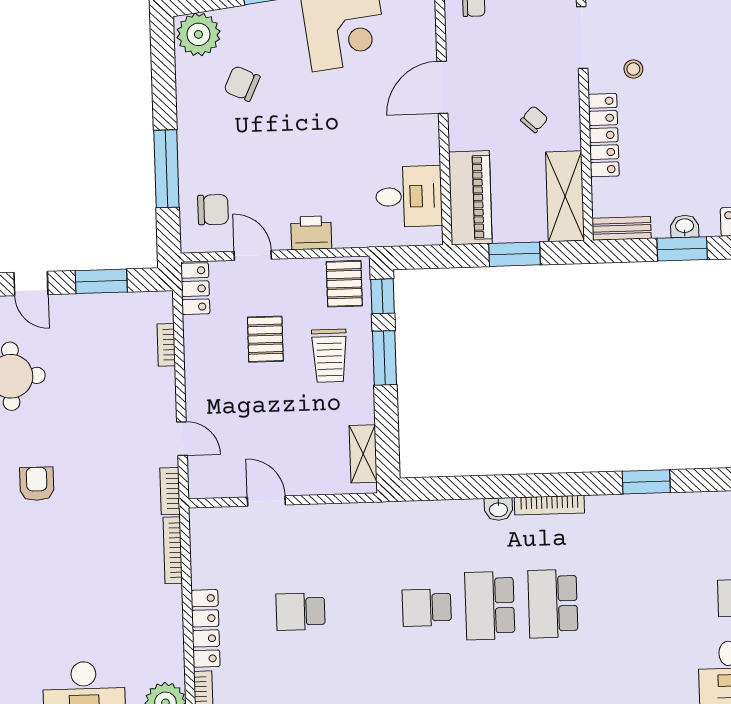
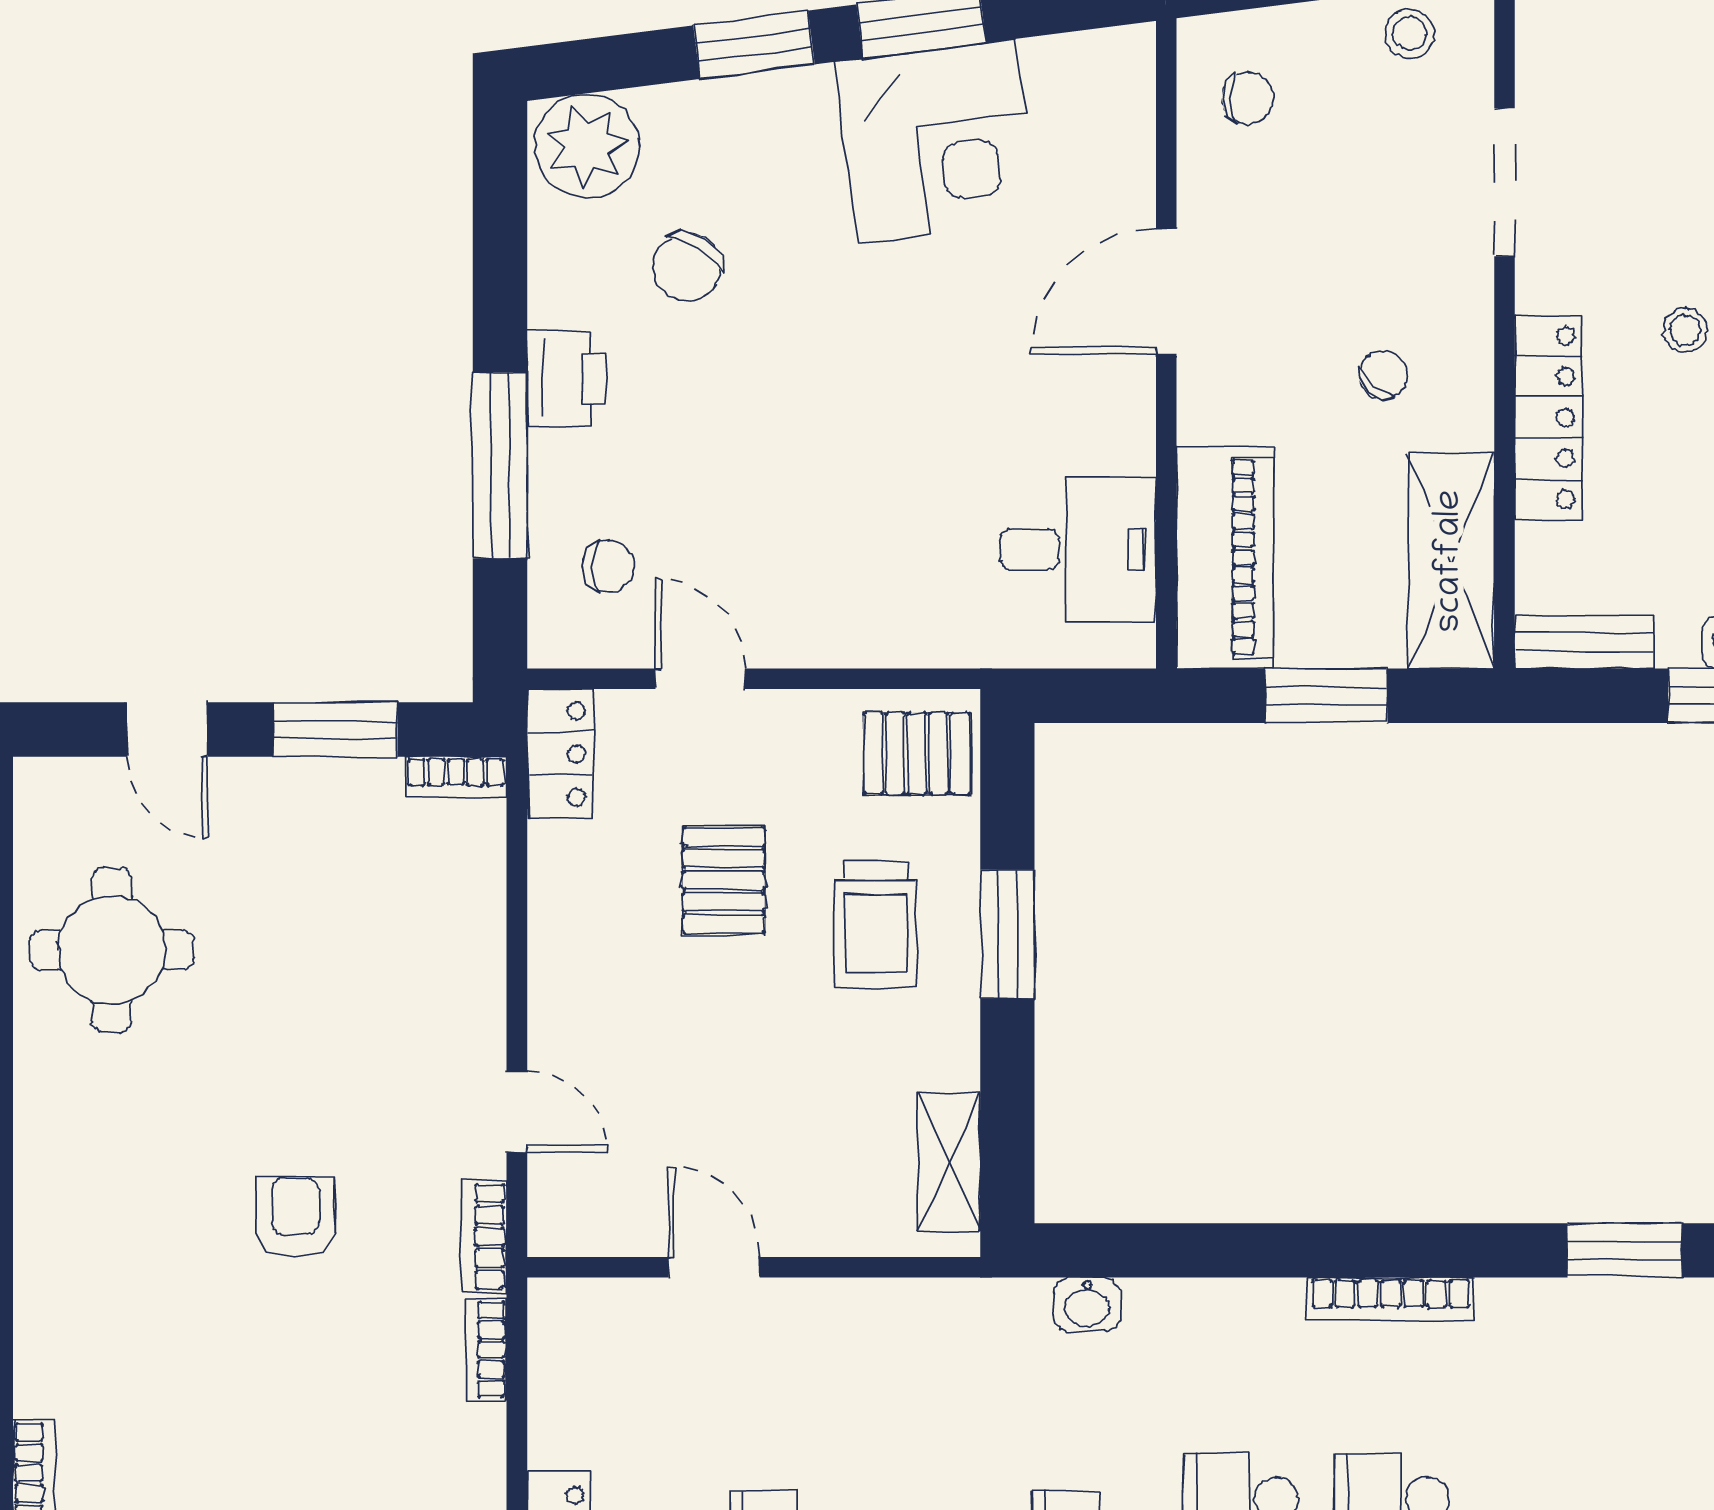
stool: (633, 69) -> (1685, 330), moved
chair: (242, 84) -> (687, 267), turned -83
chair: (213, 210) -> (608, 566), width x0.73, depth x0.73
printer: (311, 233) -> (567, 379), moved, turned 90
pallet: (344, 284) -> (917, 753), turned 90
window: (383, 296) -> (1007, 786), removed
bookcase: (166, 345) -> (456, 777), moved, turned -90
armchair: (37, 484) -> (295, 1217), moved
washbasin: (498, 509) -> (1087, 1304), moved
bookcase: (173, 550) -> (486, 1350), width x0.64

